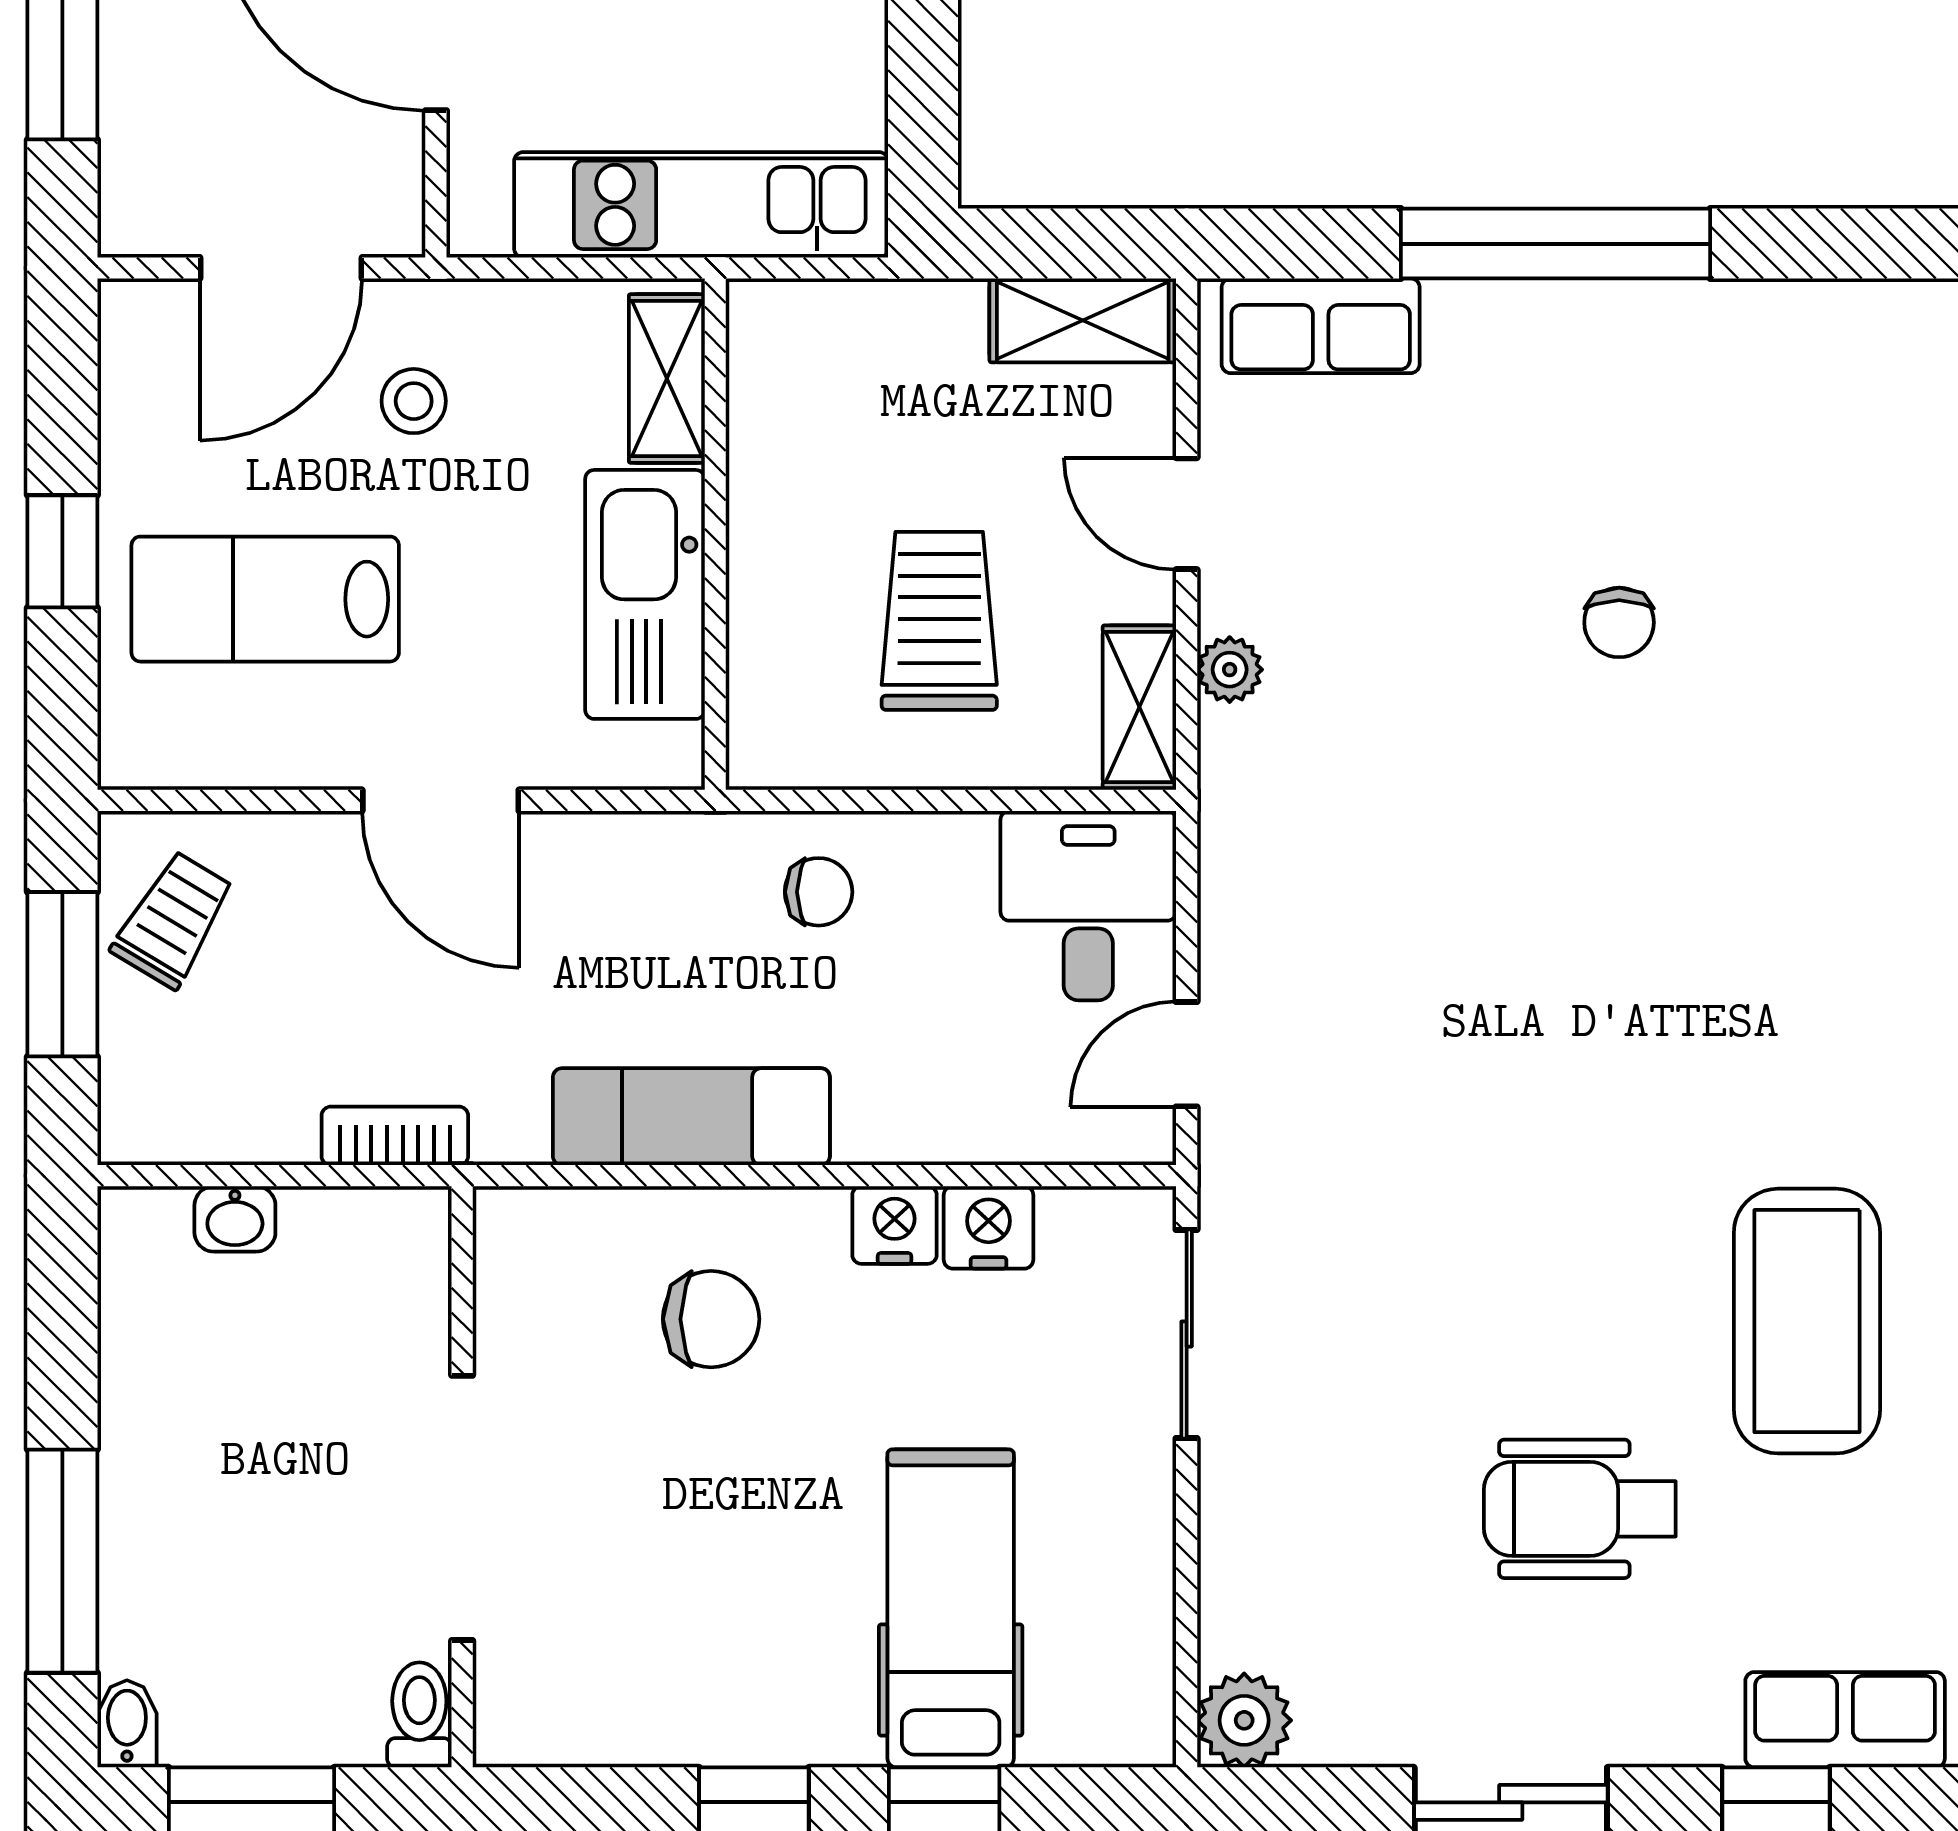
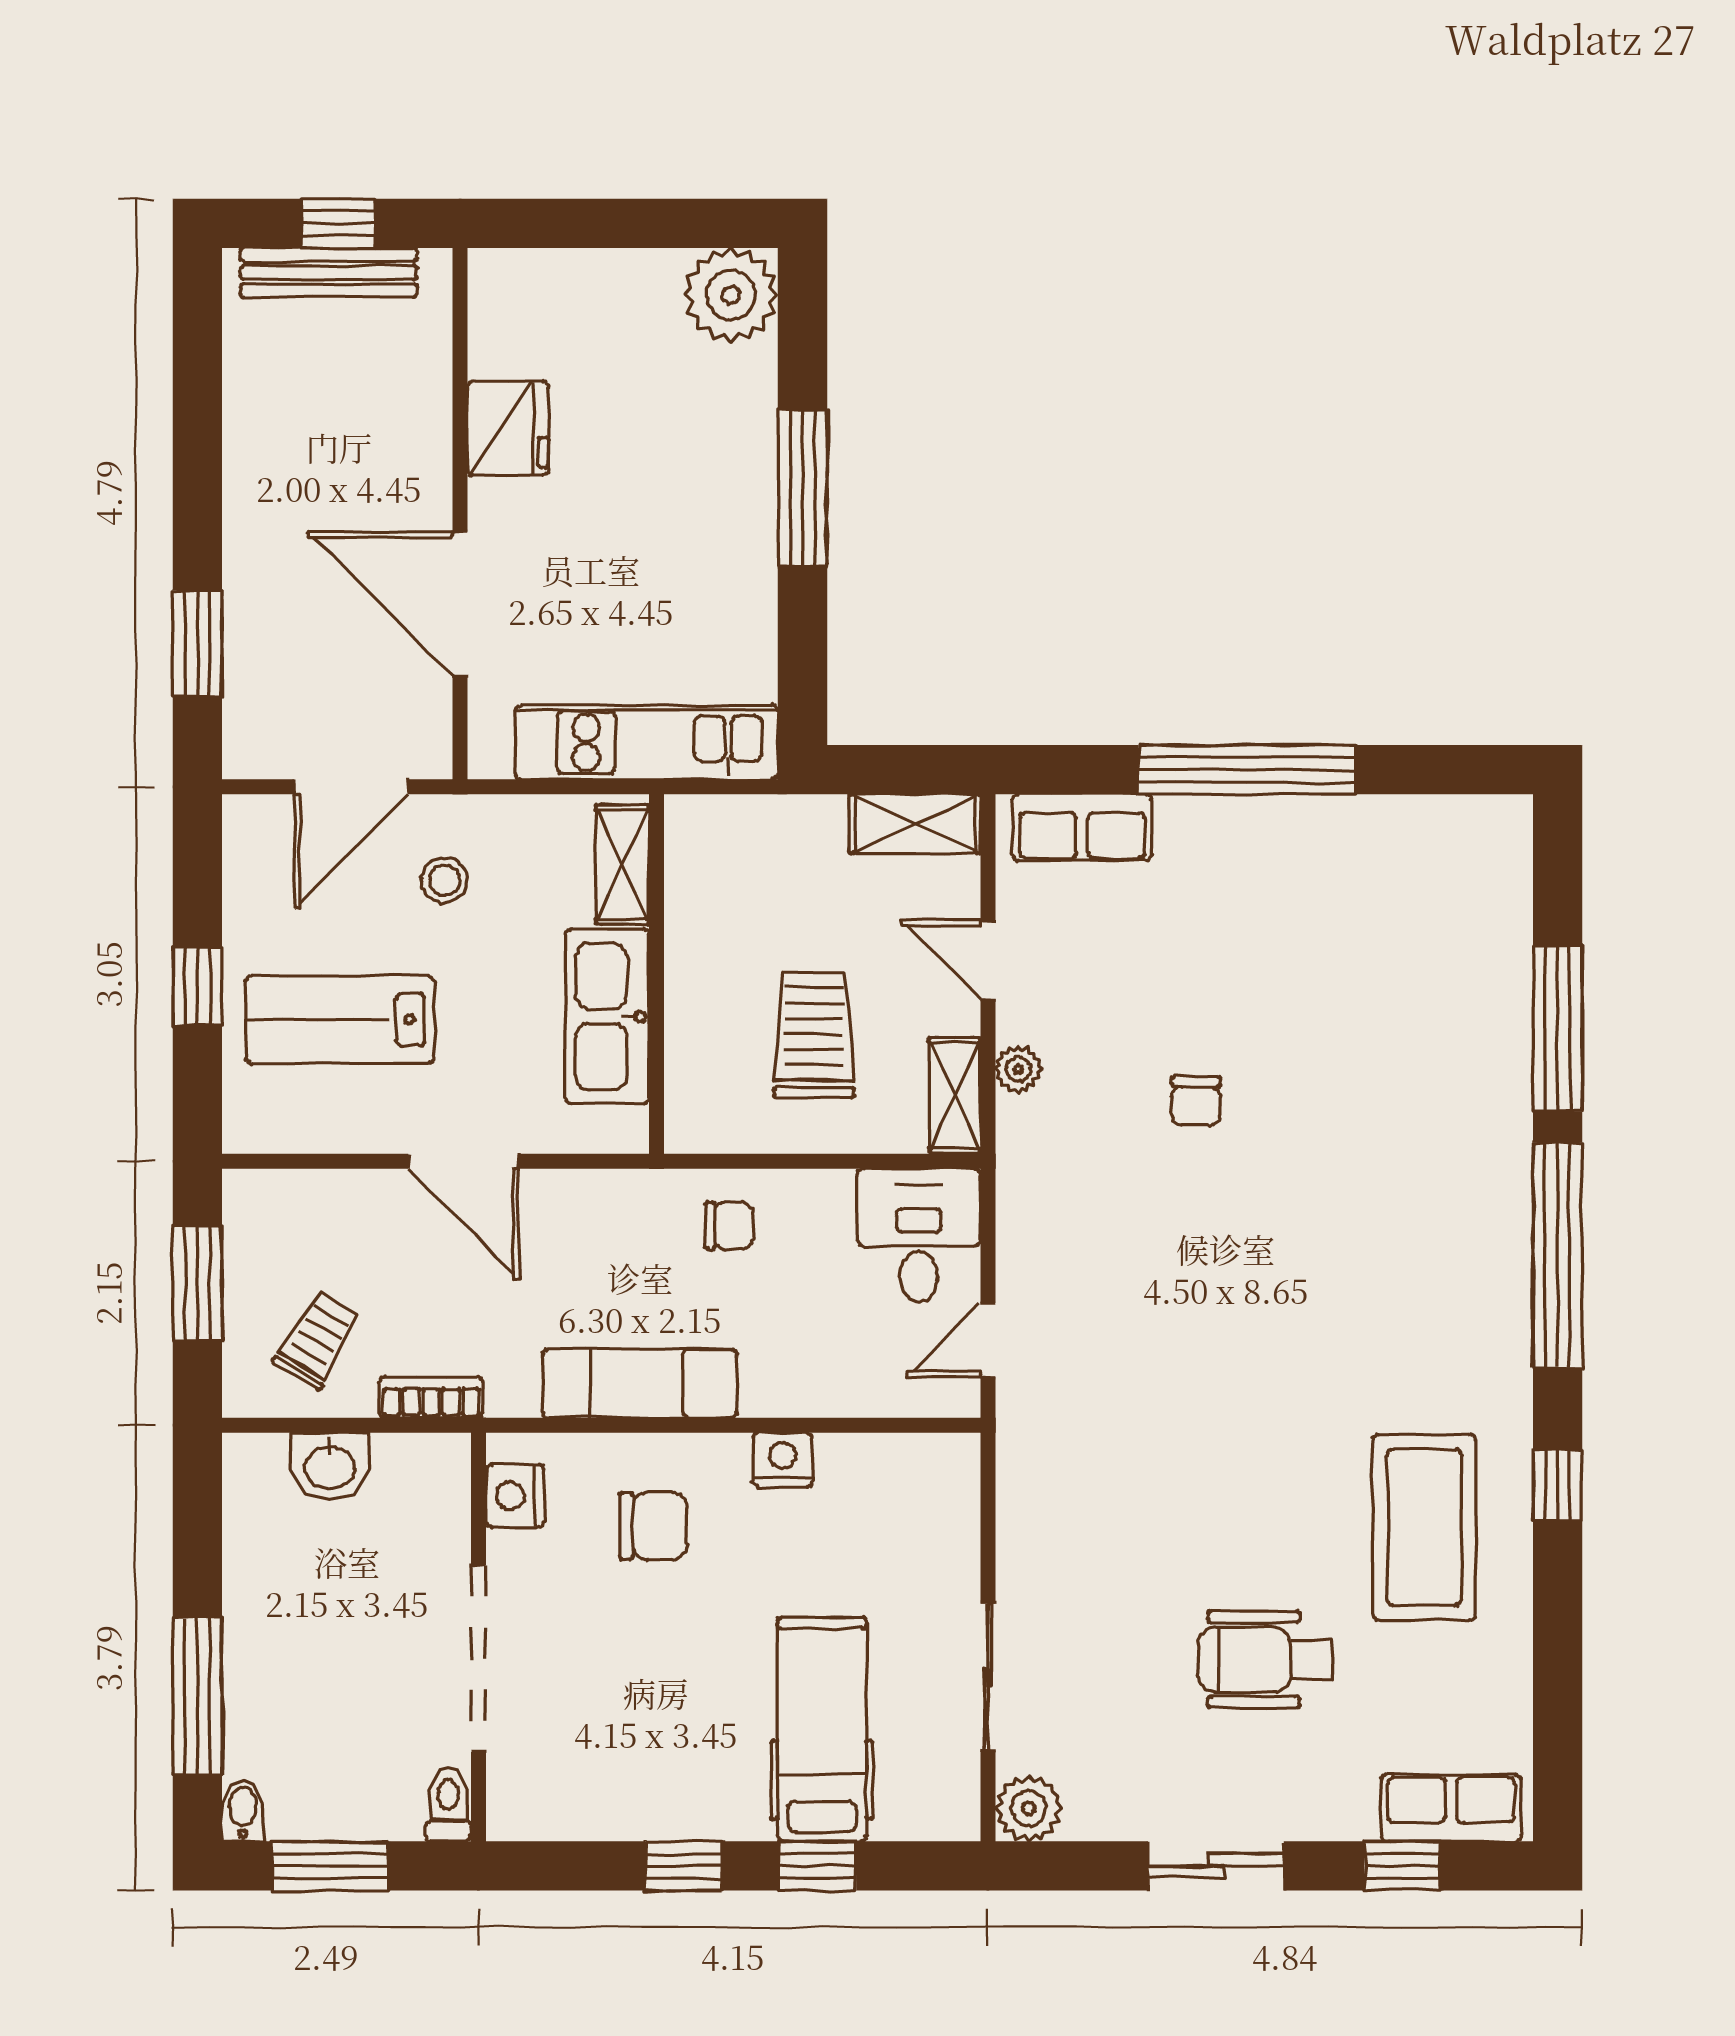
chair: (1619, 622) -> (1196, 1101), moved
trolley: (173, 920) -> (317, 1340), moved
washbasin: (235, 1219) -> (330, 1466), width x1.38, depth x1.45
nightstand: (989, 1227) -> (515, 1496), moved, turned -90
sliding door: (1187, 1334) -> (988, 1677), moved

